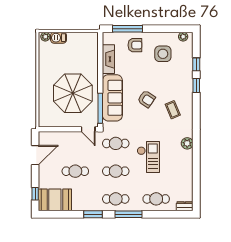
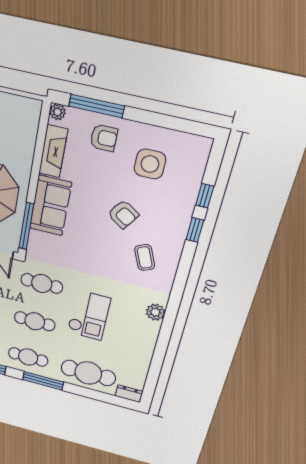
plant: (183, 37) -> (58, 112), moved
sofa: (112, 98) -> (50, 206), width x0.73
armchair: (146, 99) -> (123, 214), moved
cafe table: (156, 199) -> (88, 373), width x1.37, depth x1.35

